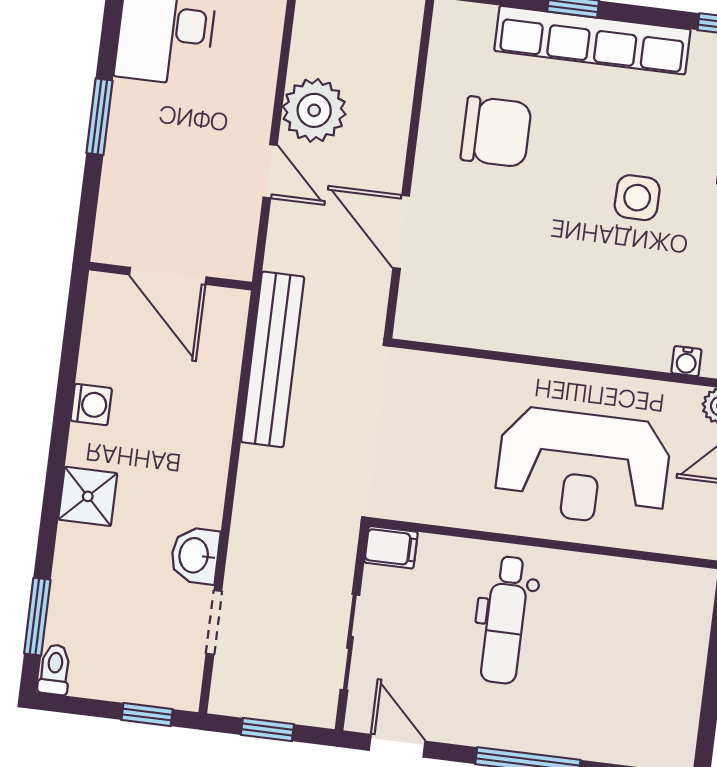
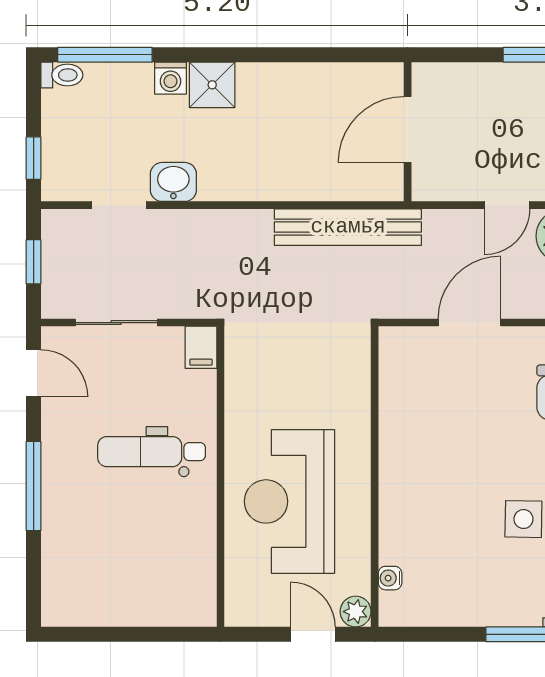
washing machine: (91, 404) -> (171, 78), moved
window: (37, 617) -> (105, 55), width x1.44
door: (397, 746) -> (34, 373), hinge flipped

